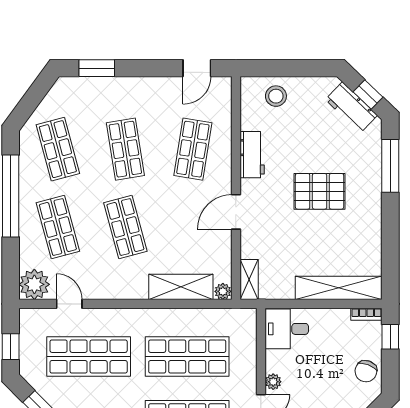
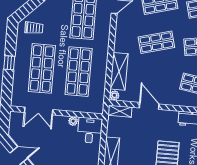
door: (236, 212) -> (149, 106), moved
plant: (273, 382) -> (73, 121), moved

